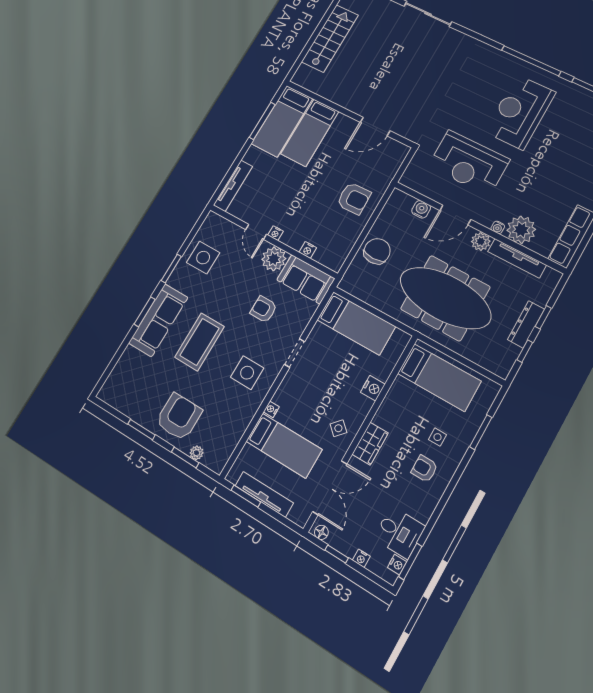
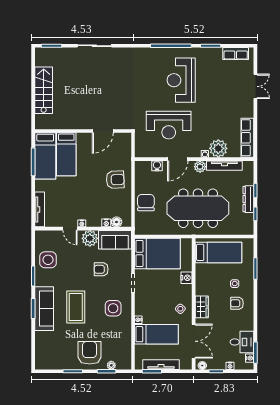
floor lamp: (322, 256) -> (117, 222), added
bed: (356, 323) -> (157, 254), width x1.50

